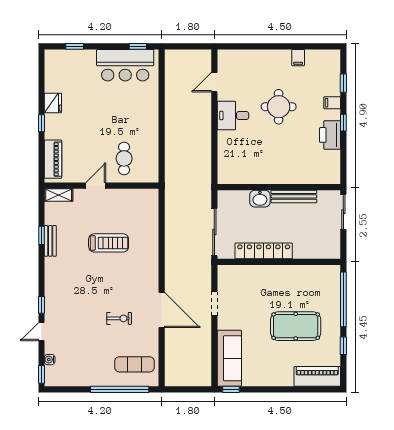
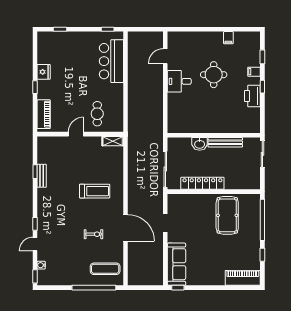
bar counter: (125, 65) -> (111, 61), moved, turned 90
shelving: (59, 195) -> (113, 141), moved
treadmill: (109, 243) -> (95, 191), moved
pool table: (296, 326) -> (227, 215), moved, turned 90

